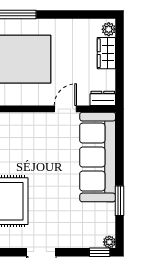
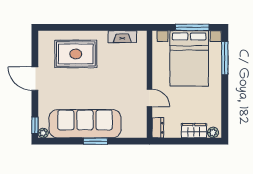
sofa: (98, 157) -> (85, 124), moved
window: (120, 201) -> (95, 141), moved

